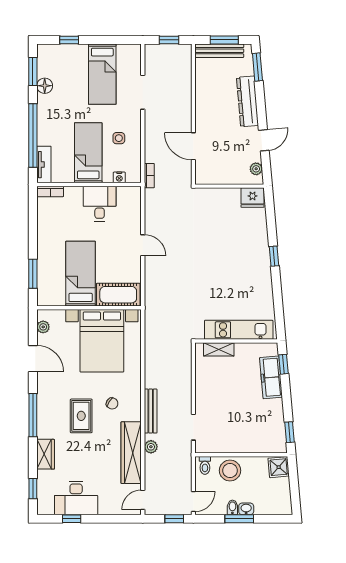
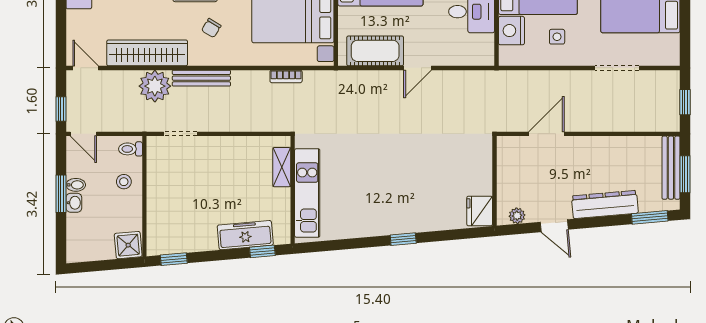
bookcase: (149, 176) -> (286, 76), moved
nightstand: (119, 177) -> (511, 31), width x1.89, depth x1.79
cot: (118, 295) -> (375, 51), moved, turned 90
plant: (151, 447) -> (155, 86), width x1.88, depth x1.88
stool: (230, 471) -> (124, 182), width x0.53, depth x0.53

